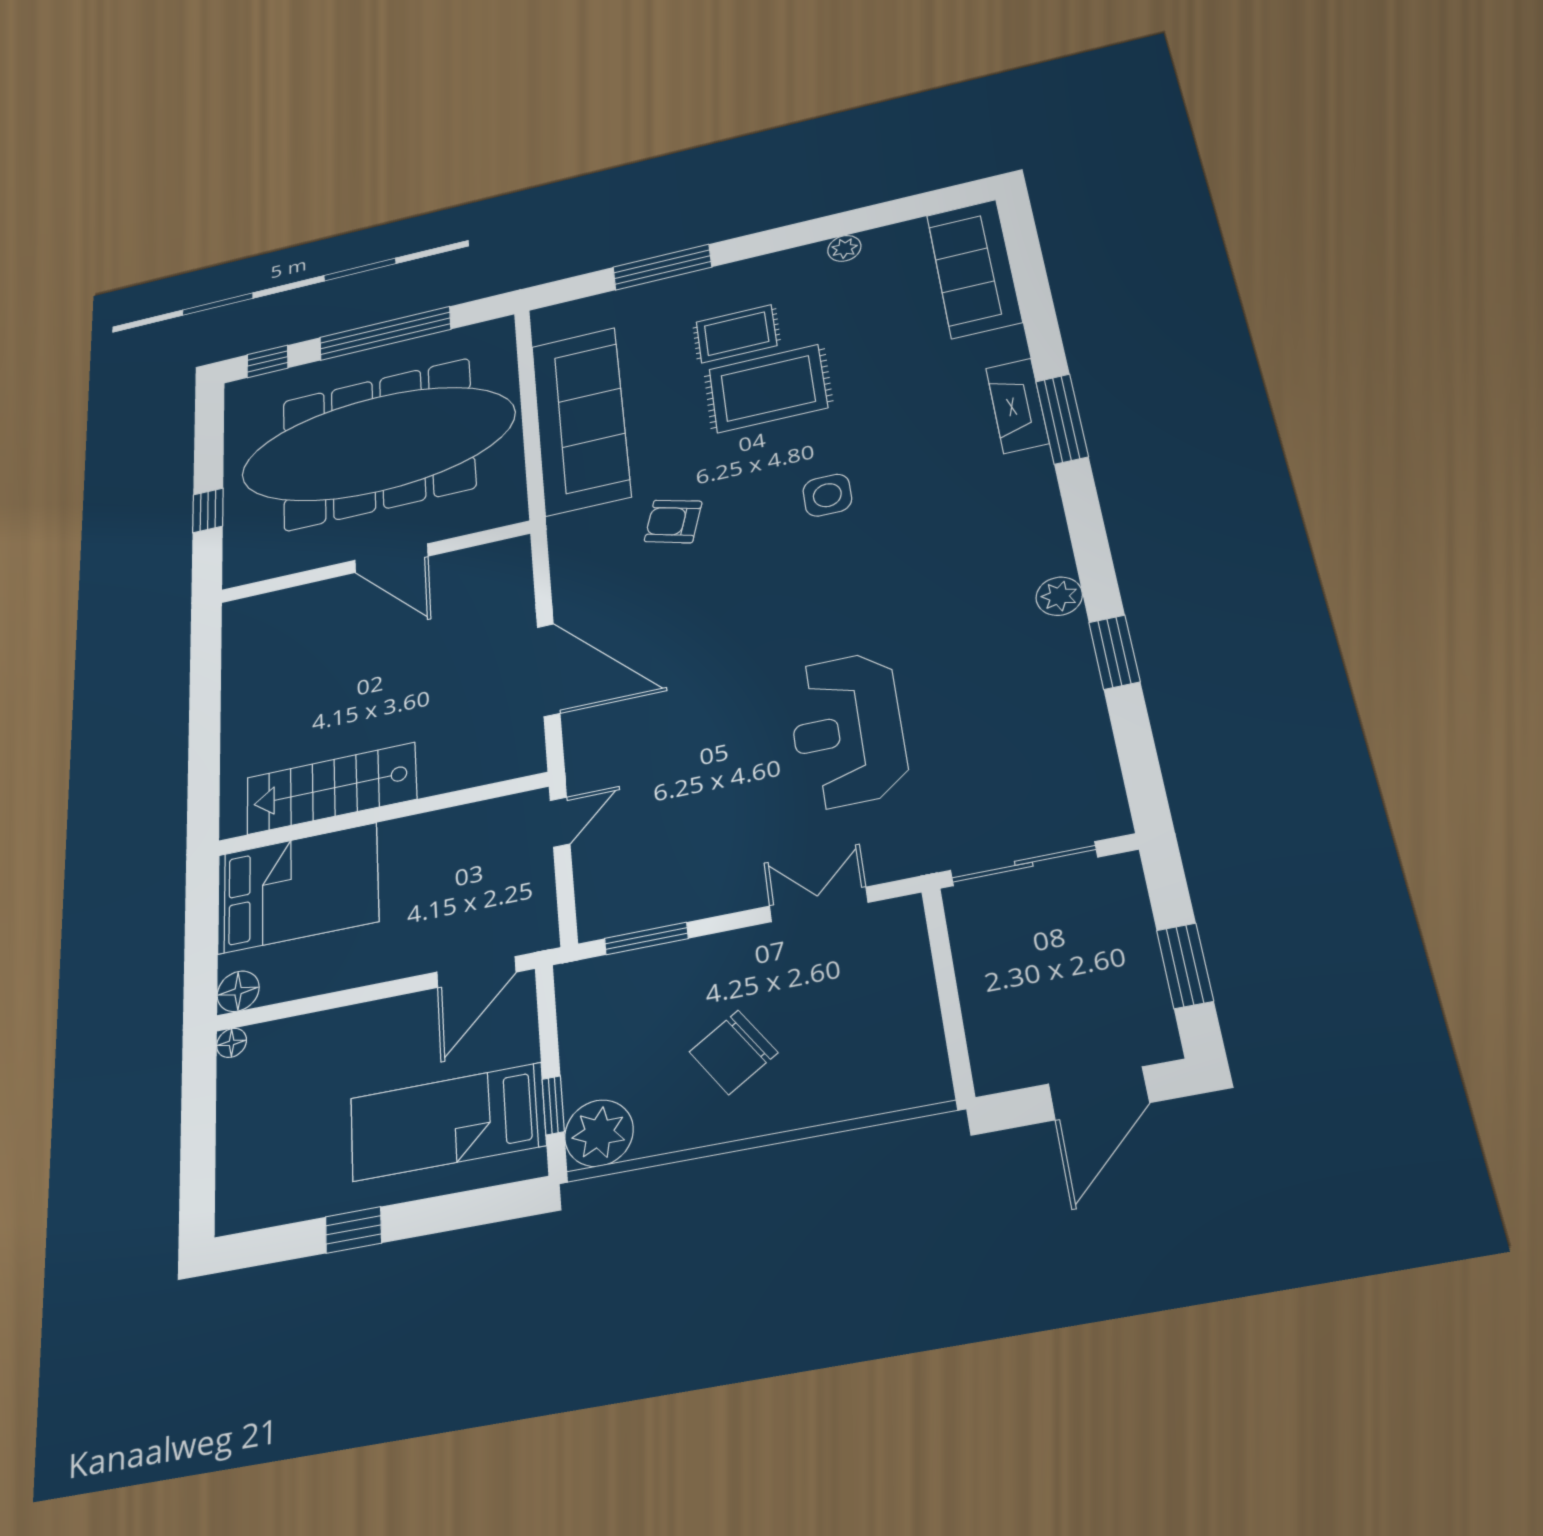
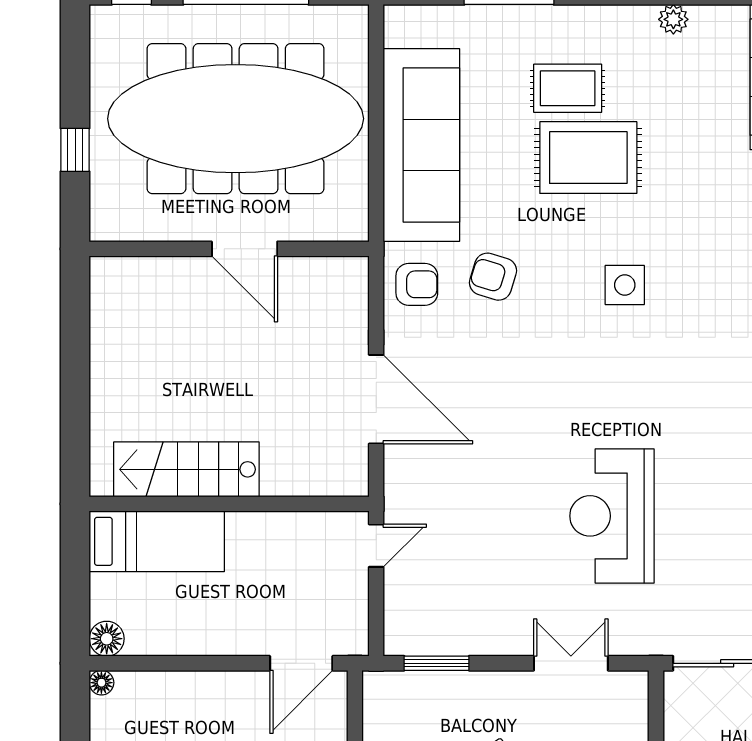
armchair: (587, 548) -> (417, 284), added
bed: (298, 888) -> (157, 541), width x0.67

